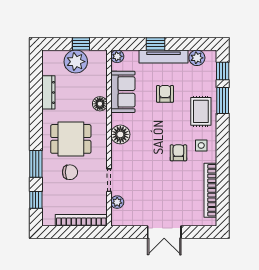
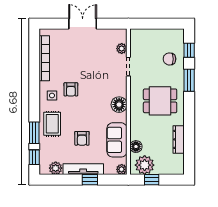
plant: (76, 62) -> (145, 165), moved
floor lamp: (100, 104) -> (136, 147), moved
chair: (70, 172) -> (169, 59), moved
bookcase: (81, 220) -> (151, 33), removed

